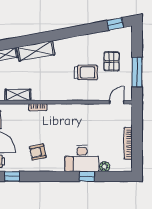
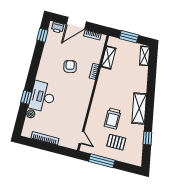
window: (115, 24) -> (147, 138), moved
shelving: (36, 51) -> (139, 109), moved
armchair: (38, 152) -> (70, 67), moved

